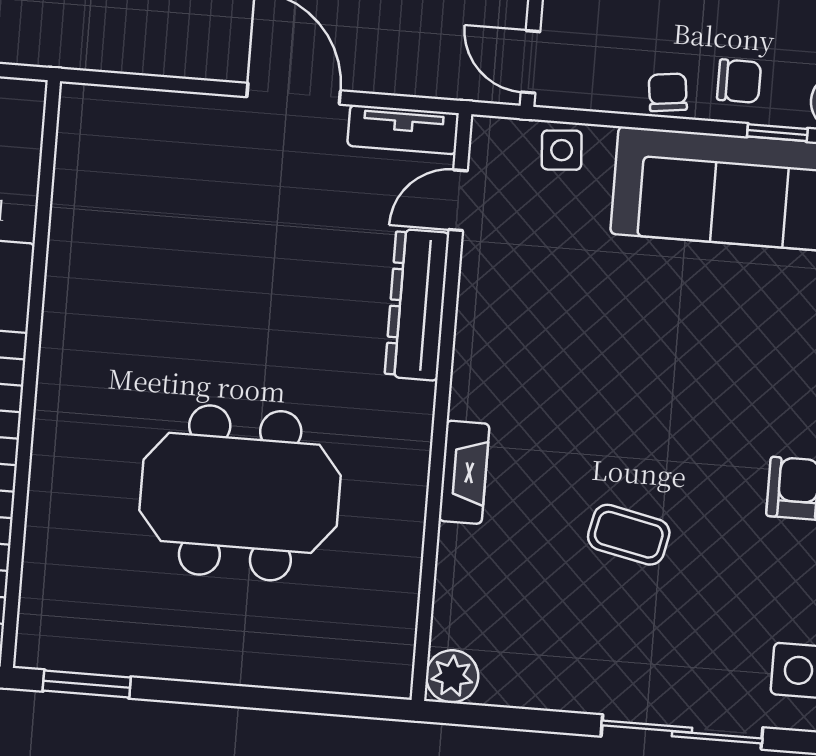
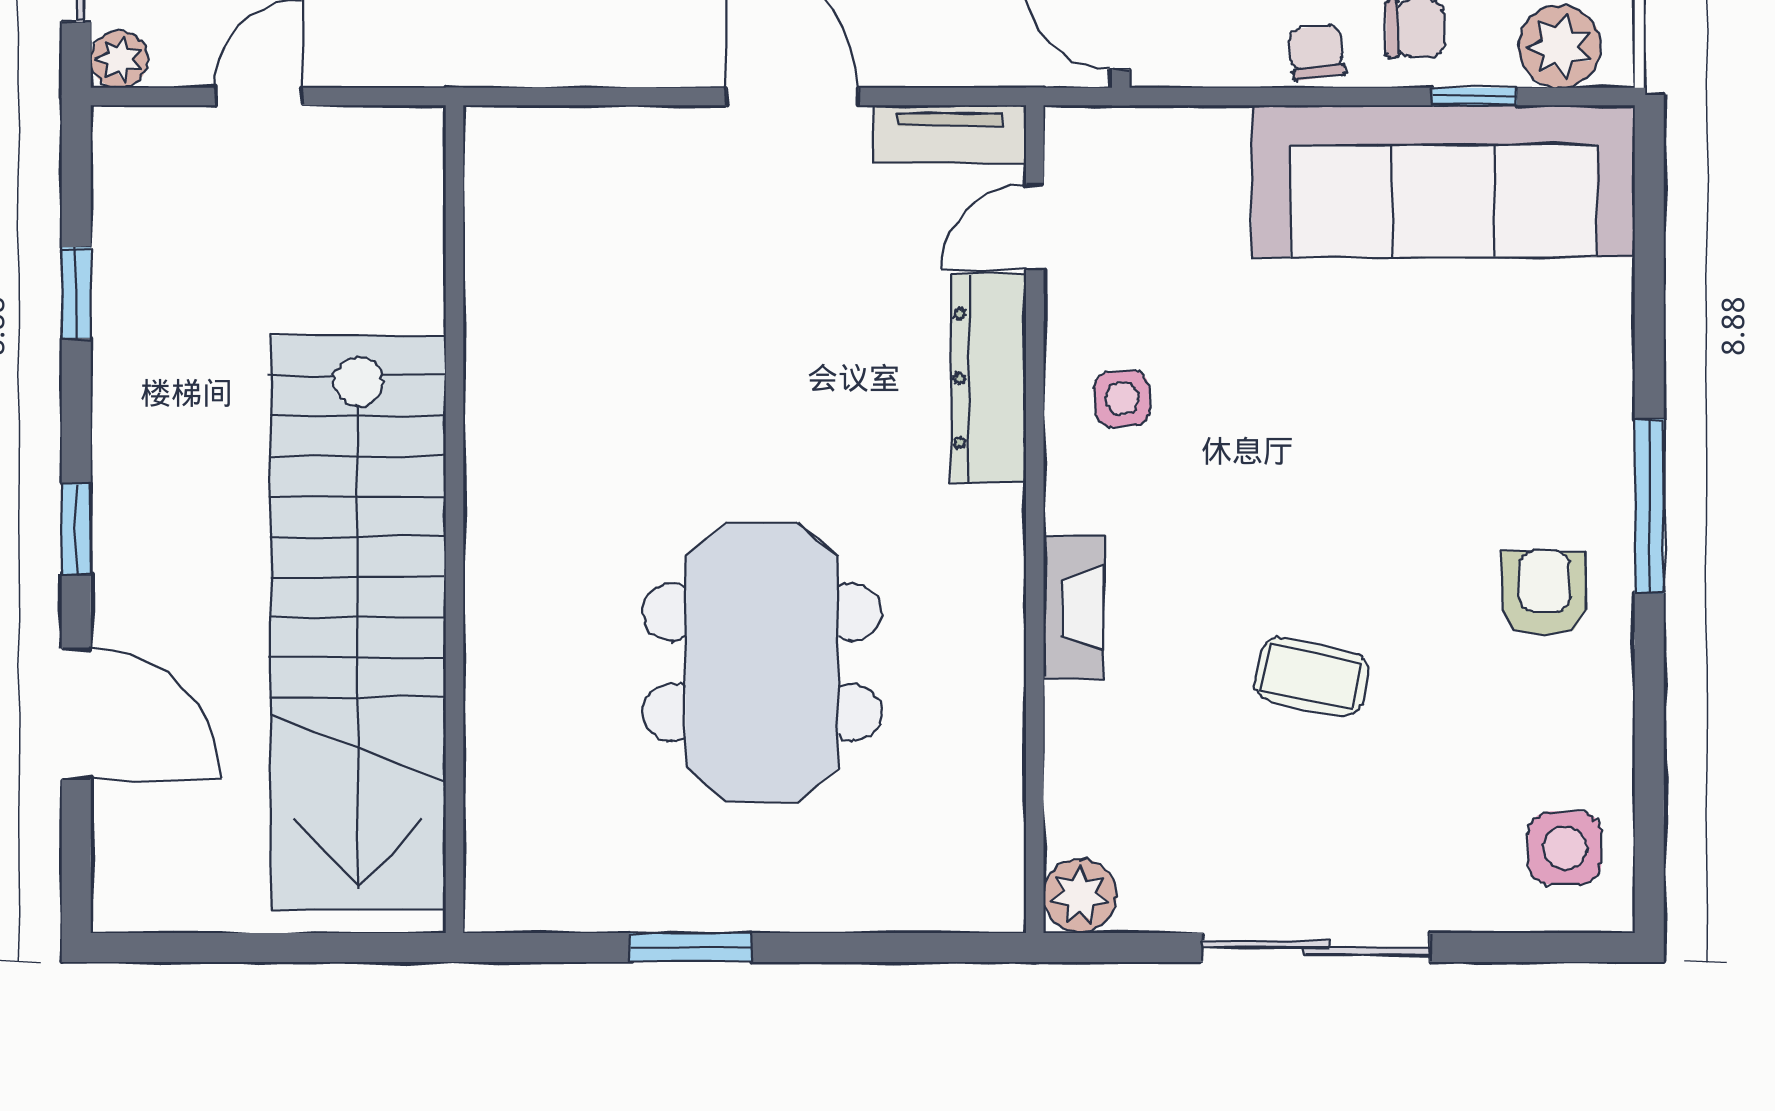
side table: (562, 150) -> (1122, 399), moved
meeting table: (240, 493) -> (762, 662), turned 90
window: (87, 684) -> (691, 947), moved
sliding door: (682, 732) -> (1316, 947), moved

